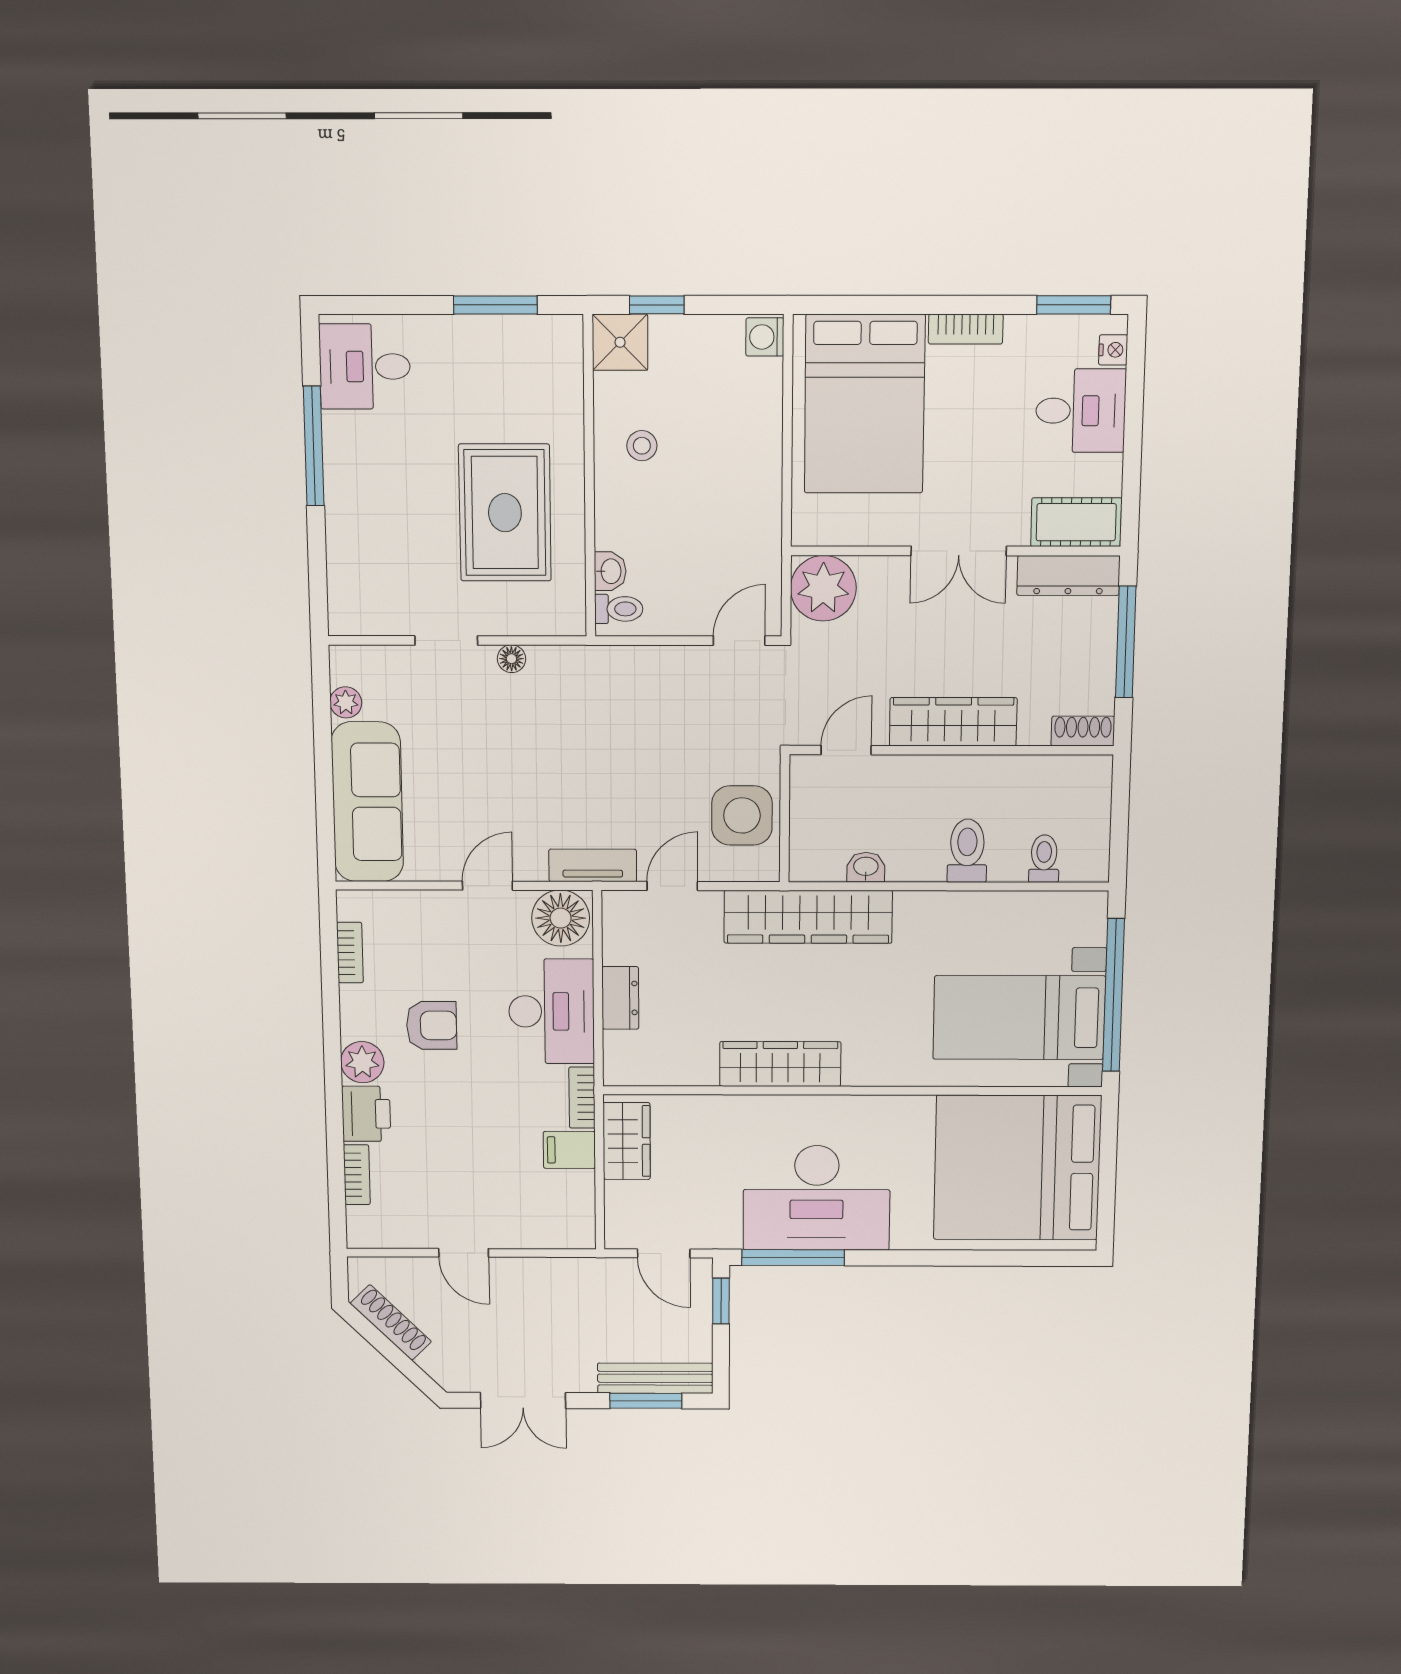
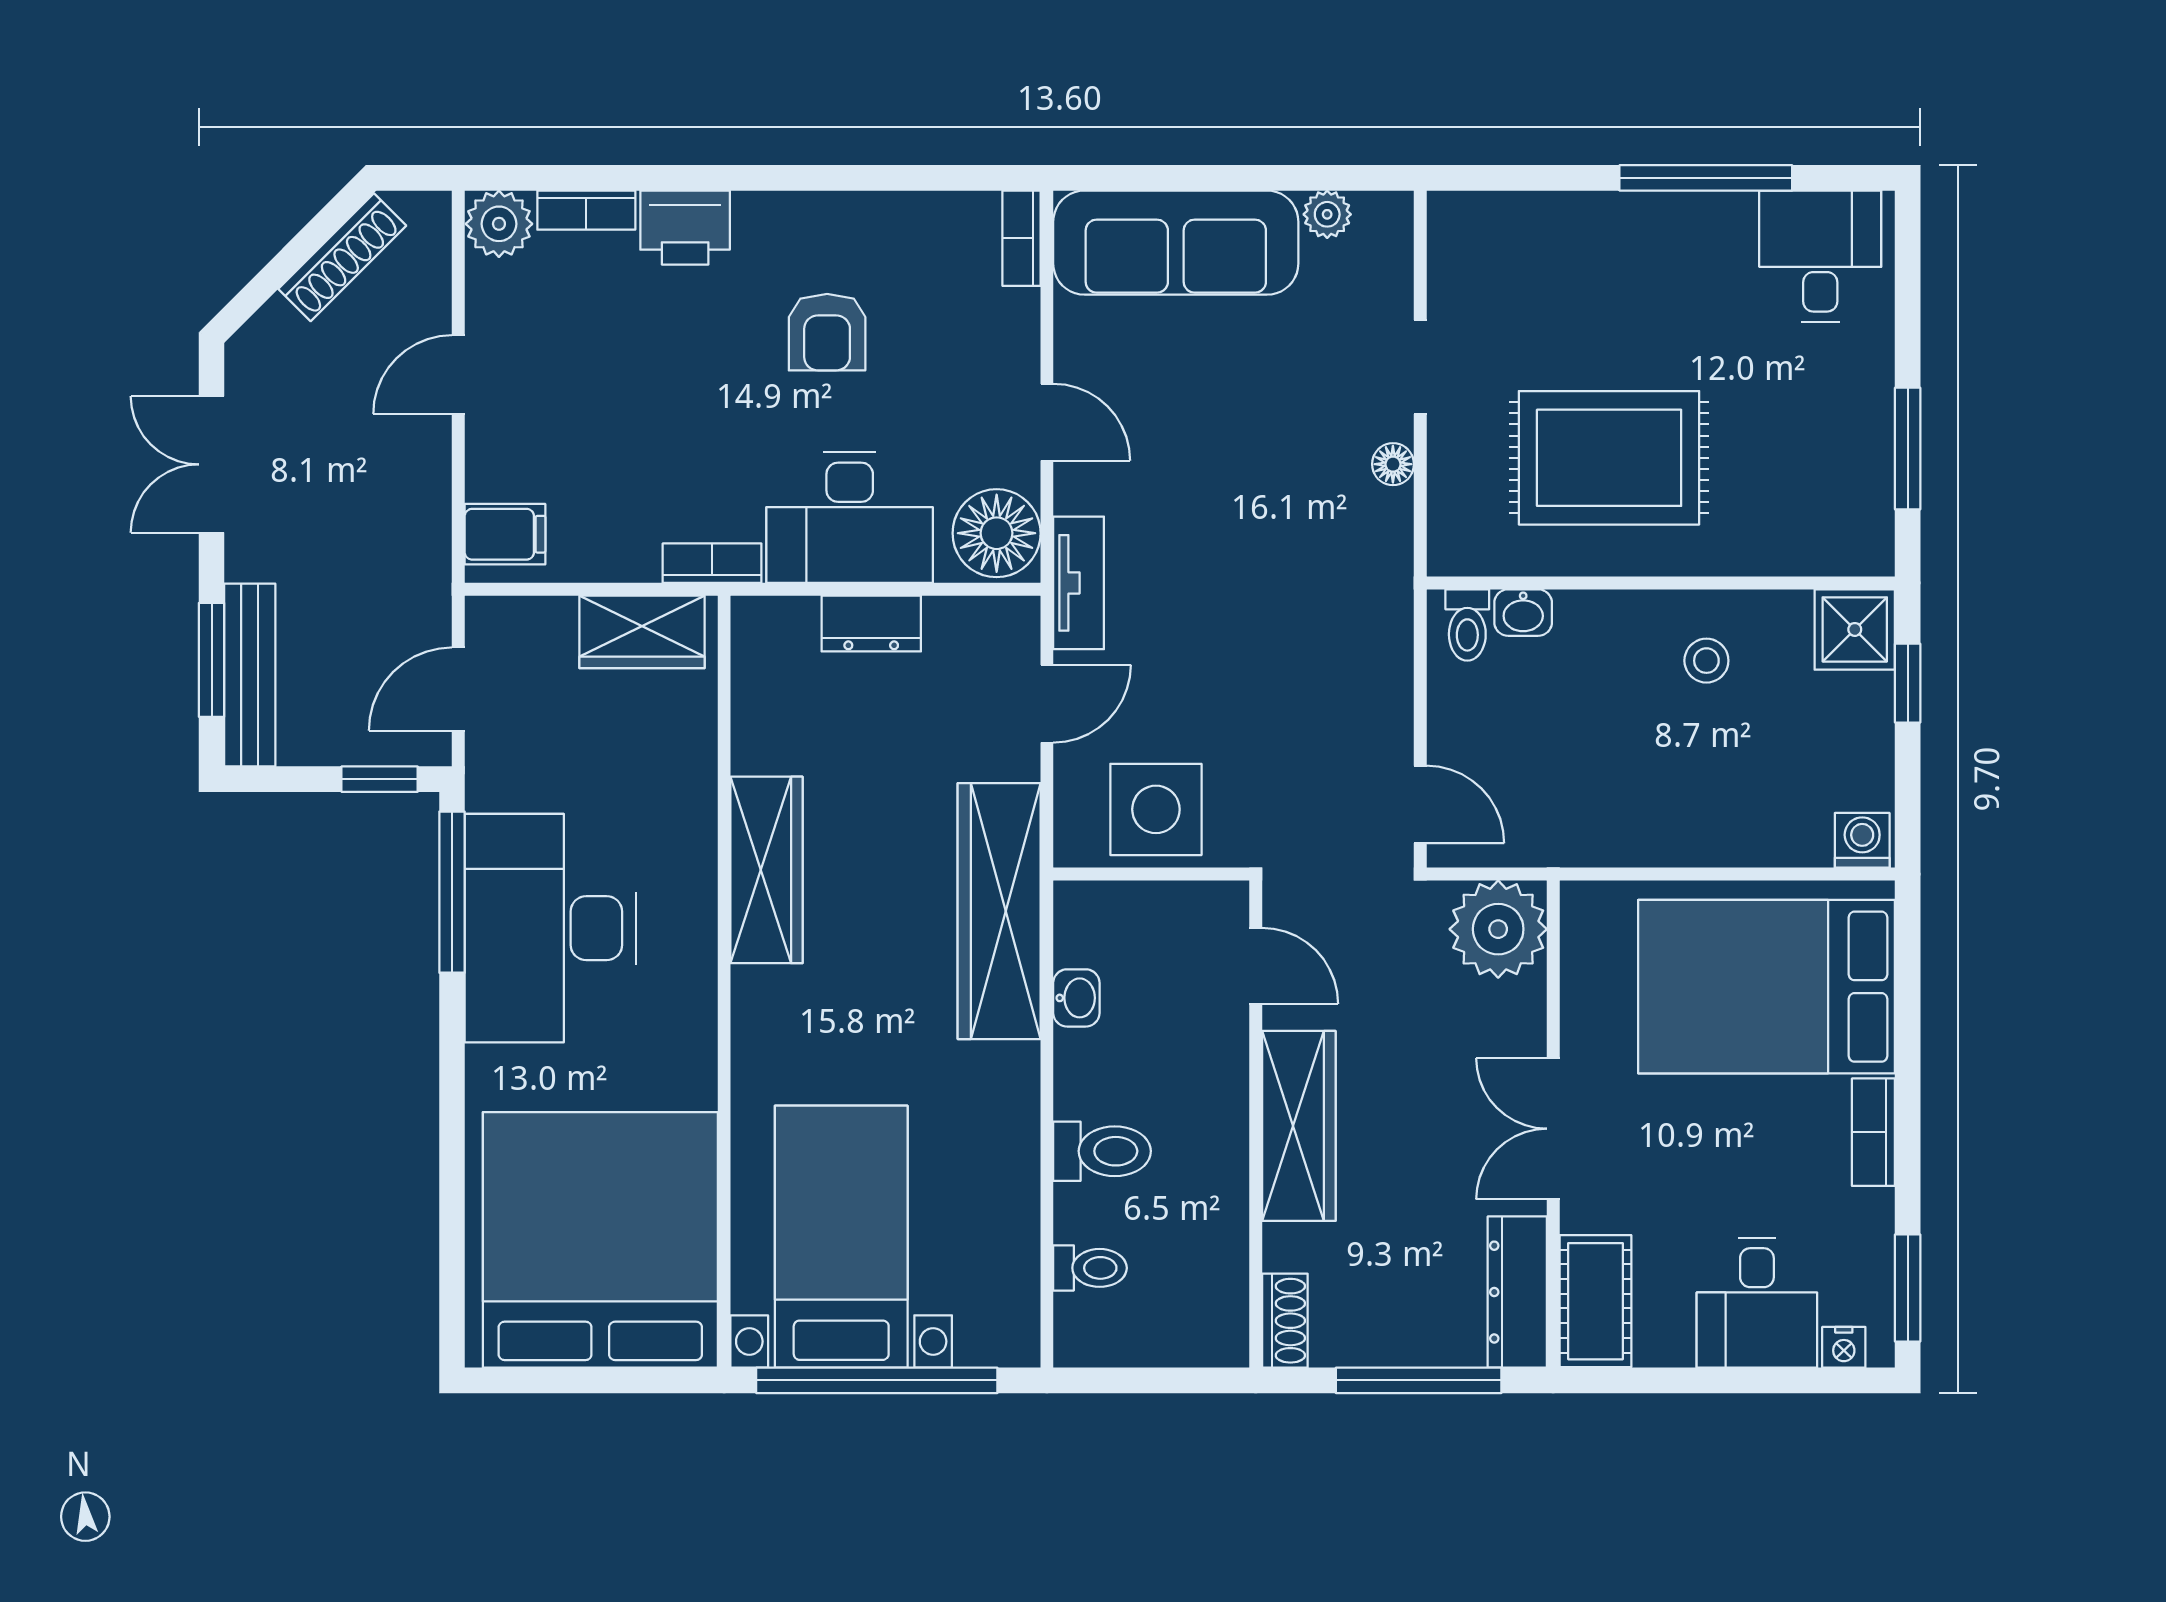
door: (672, 886) -> (1047, 704), hinge flipped
bookcase: (350, 952) -> (1021, 238), moved, turned 90
plant: (362, 1062) -> (499, 224), moved
filing cabinet: (569, 1150) -> (505, 534), moved, turned 90

